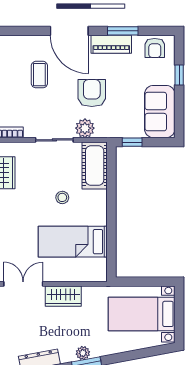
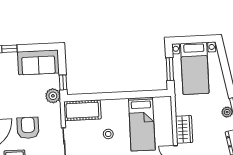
armchair: (92, 93) -> (28, 128), moved, turned 90
plant: (85, 128) -> (53, 96), moved
window: (142, 282) -> (170, 69), added

